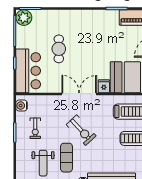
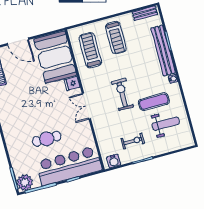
bar counter: (28, 71) -> (69, 166), width x1.36
double door: (79, 94) -> (86, 106), width x0.73
exercise bike: (81, 130) -> (122, 94), turned -47

